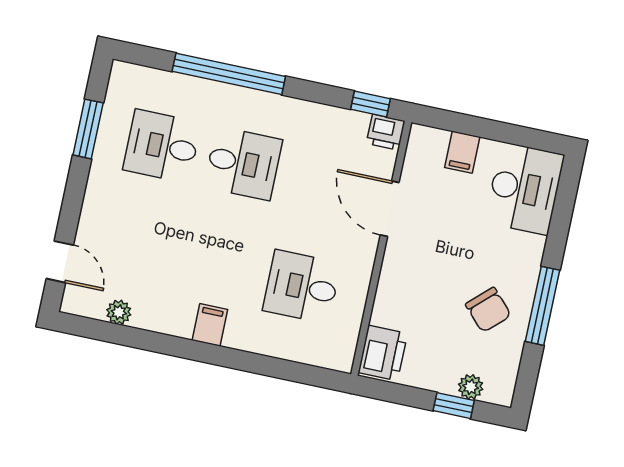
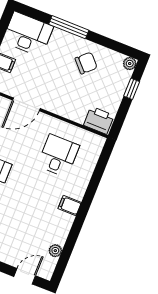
desk: (302, 287) -> (58, 156), turned 180
window: (542, 306) -> (69, 27), moved
plant: (471, 387) -> (130, 64), moved

